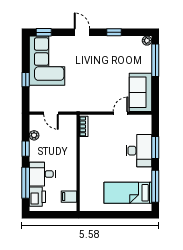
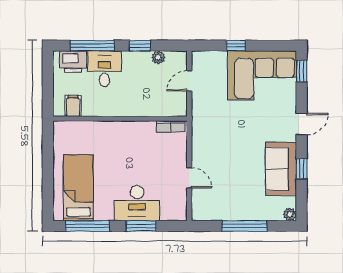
window: (155, 60) -> (244, 226), moved
sofa: (140, 92) -> (281, 169), moved, turned -90

